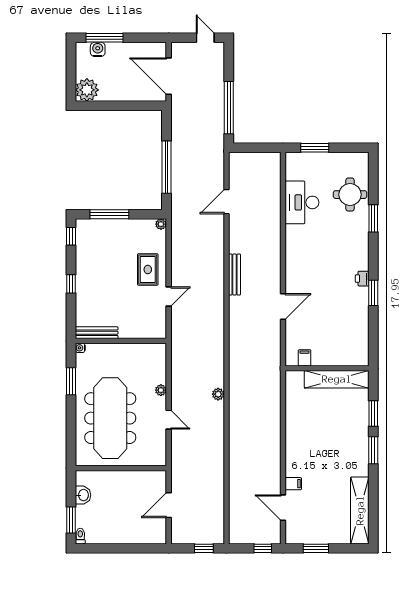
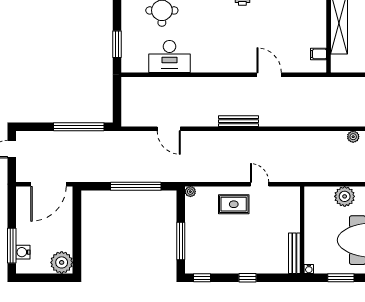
plant: (161, 390) -> (345, 196), width x1.88, depth x1.88

